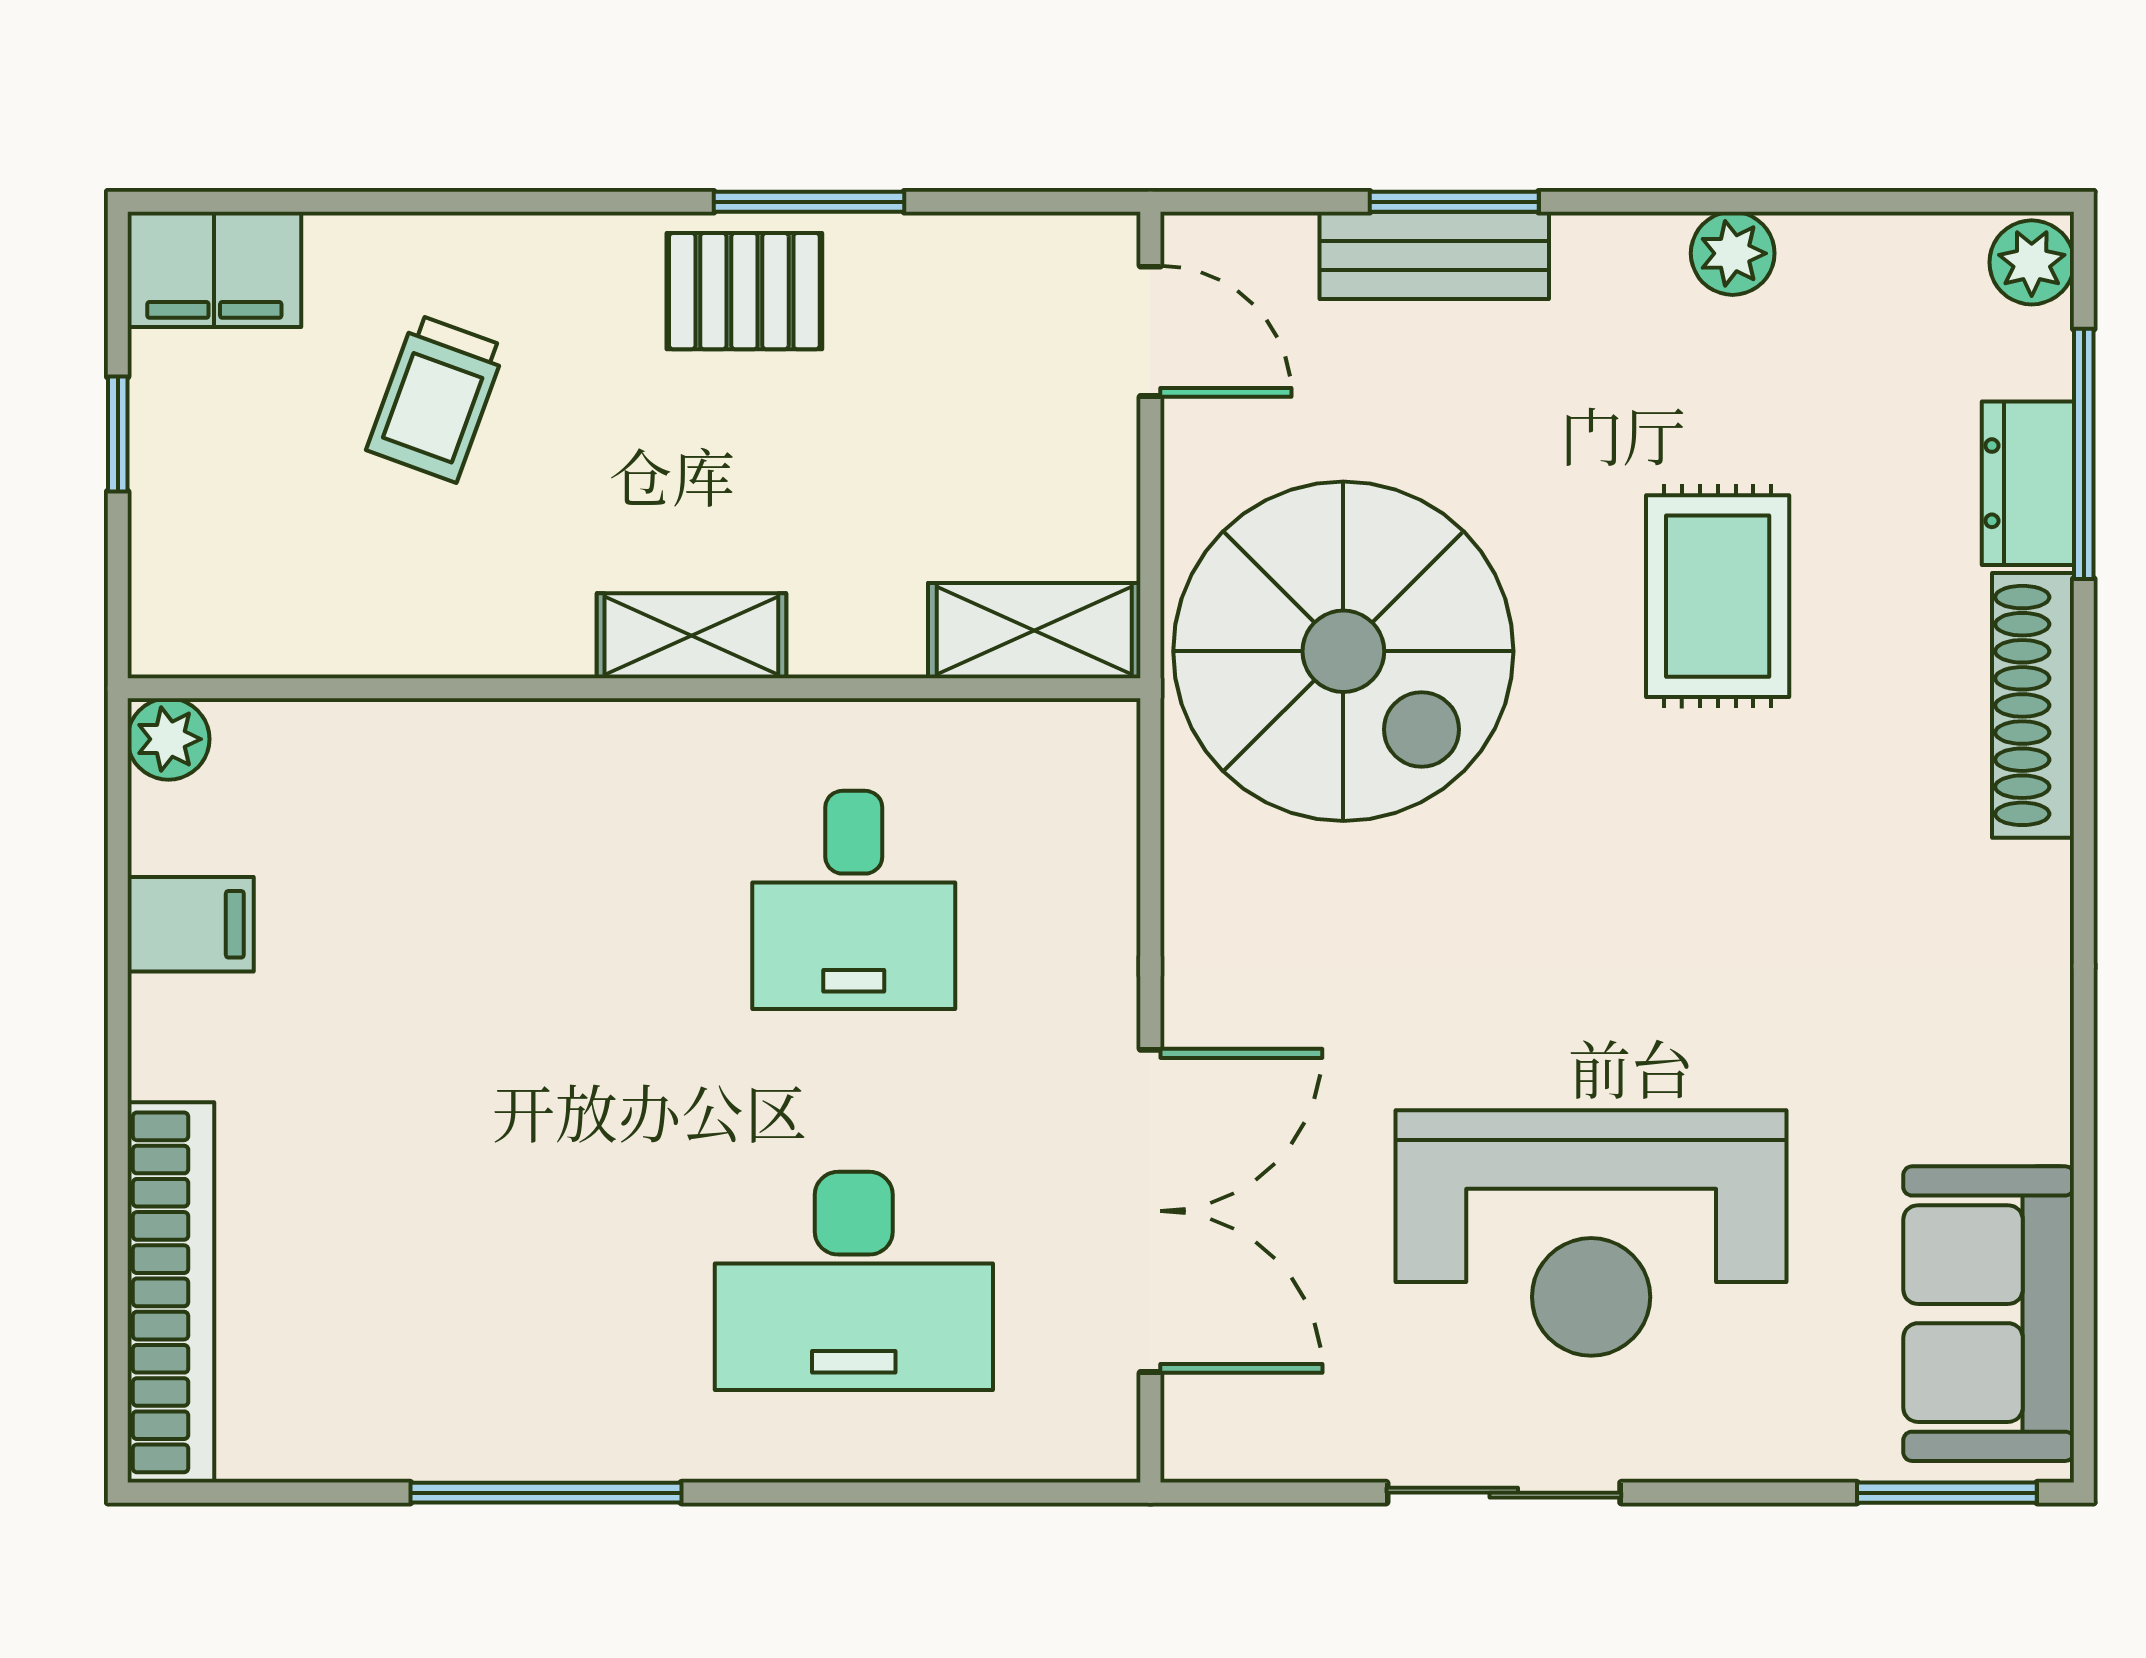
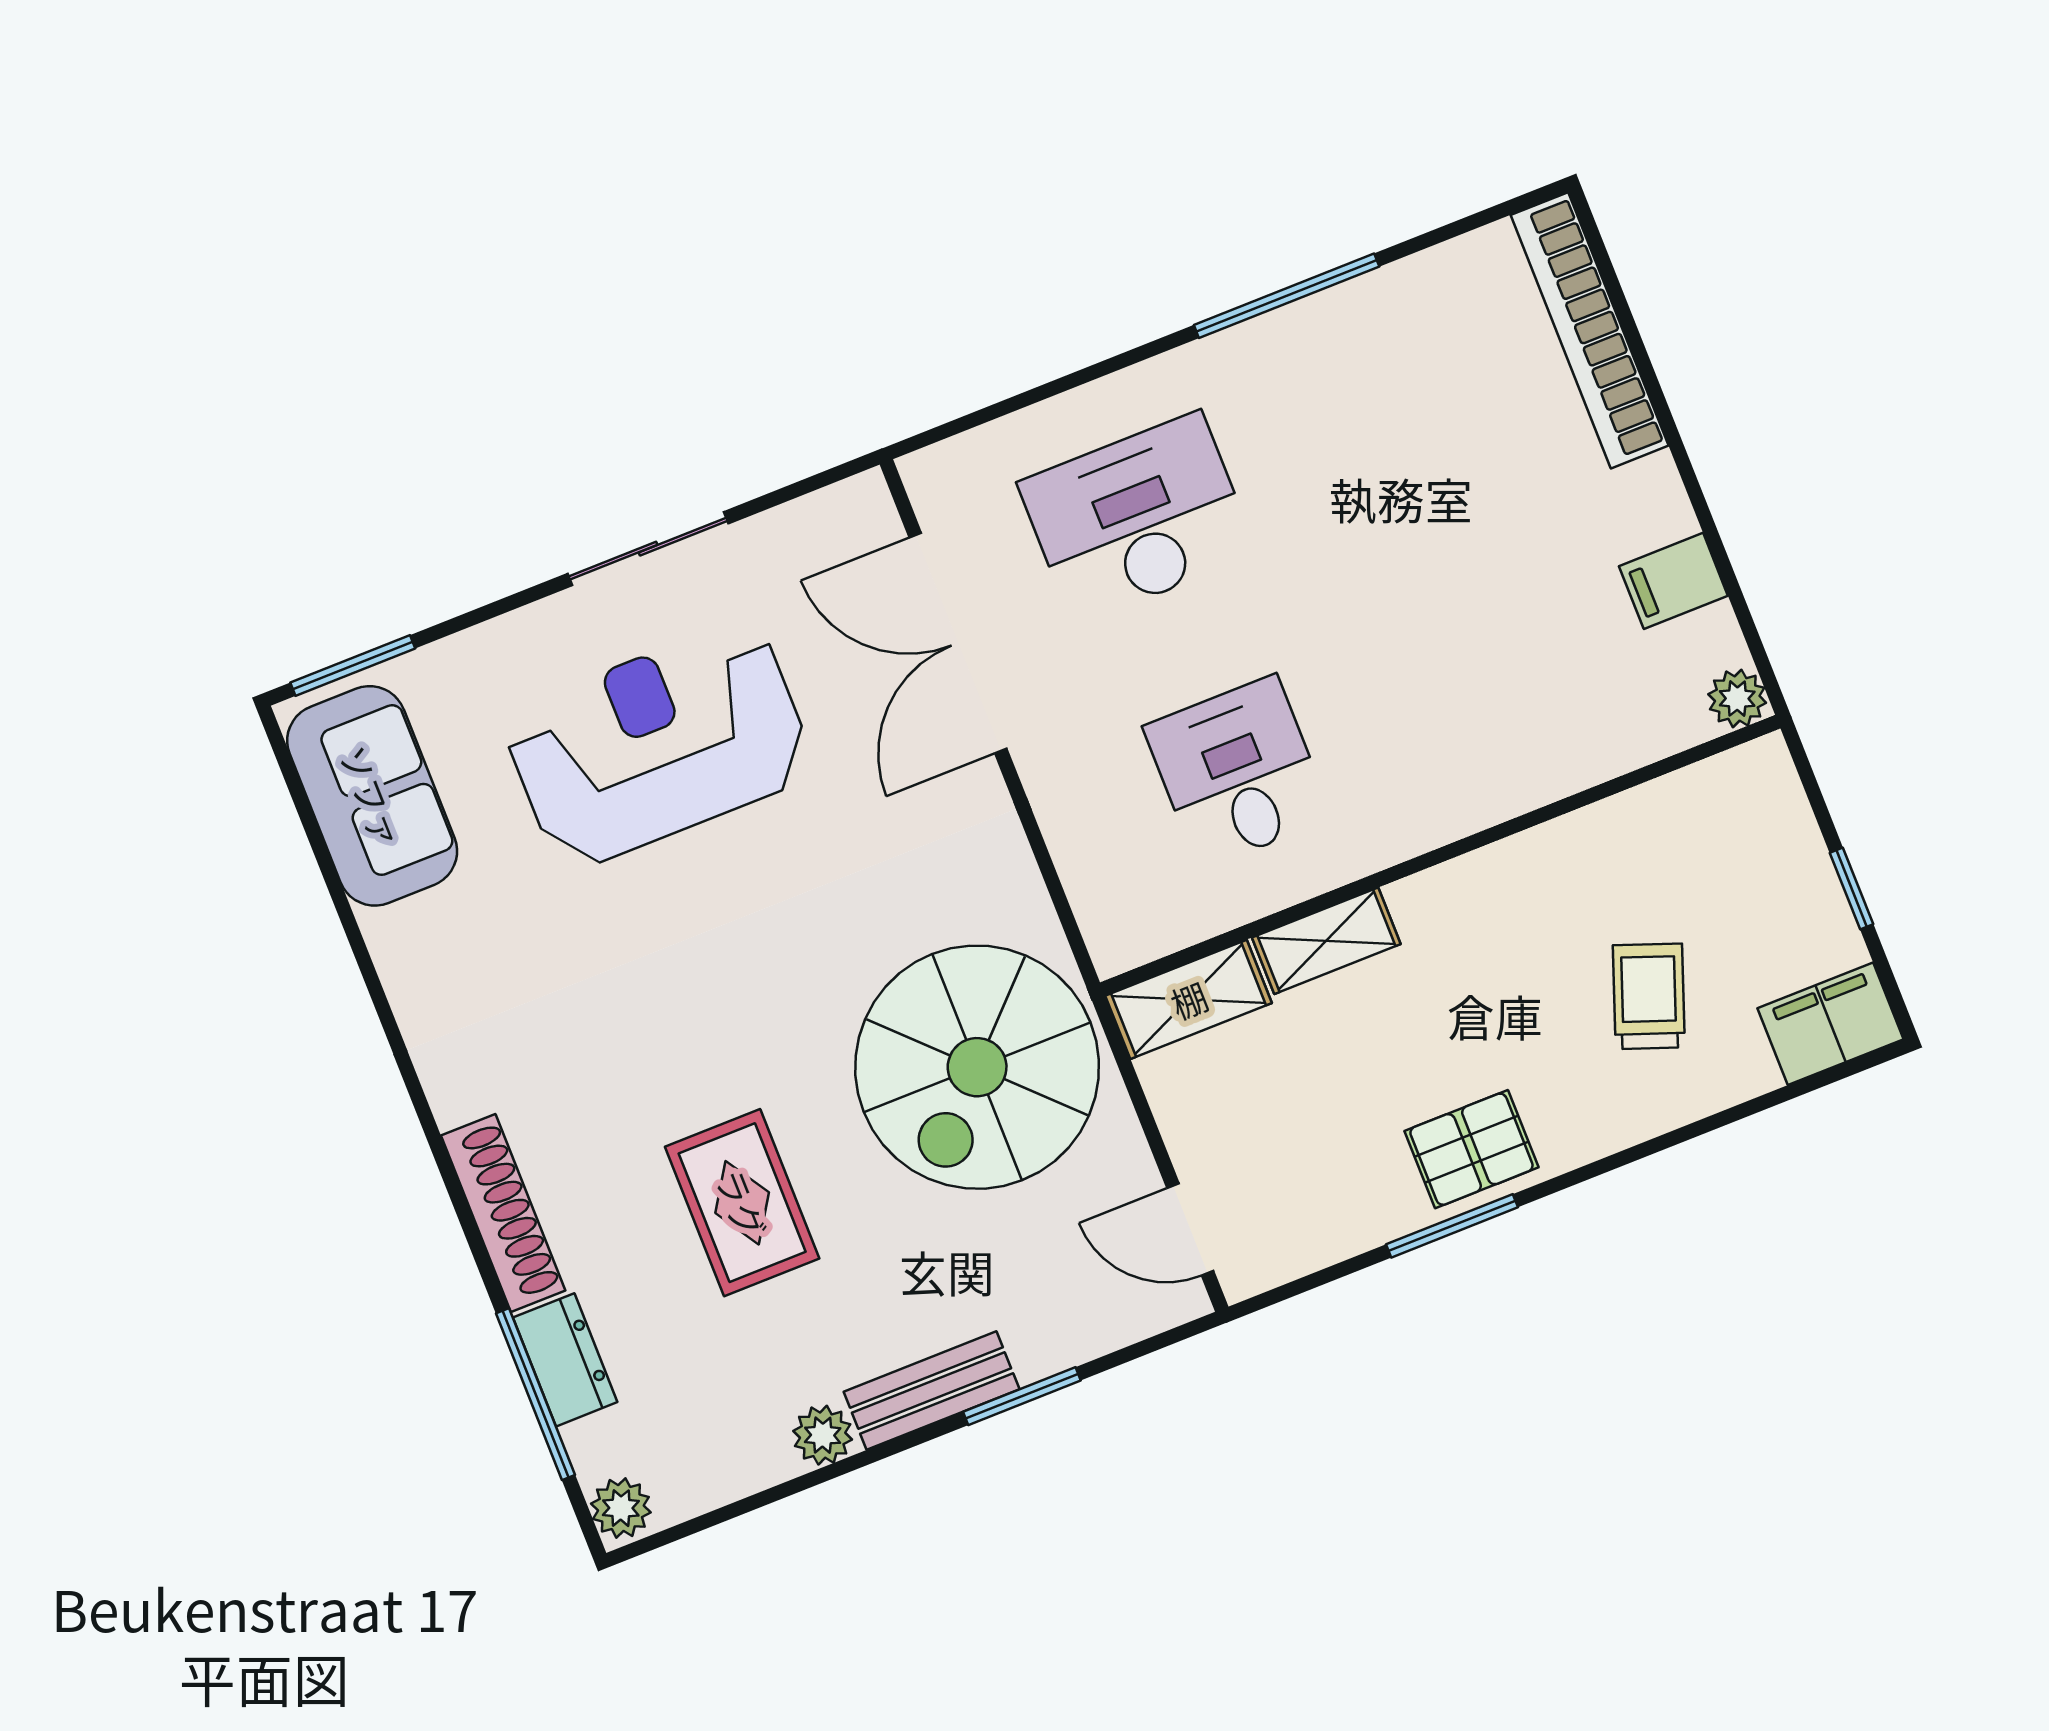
bench: (1434, 255) -> (932, 1390), moved
shelving: (691, 636) -> (1326, 941), moved
spiral stairs: (1343, 651) -> (977, 1067), turned -90

